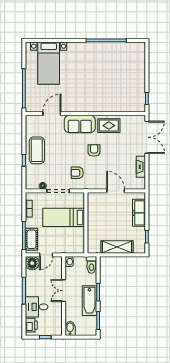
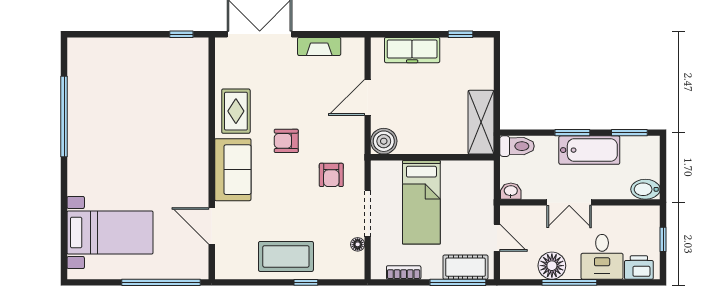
boiler: (94, 199) -> (384, 141), added
shelving: (117, 247) -> (481, 122), moved
floor lamp: (32, 263) -> (552, 266), moved

